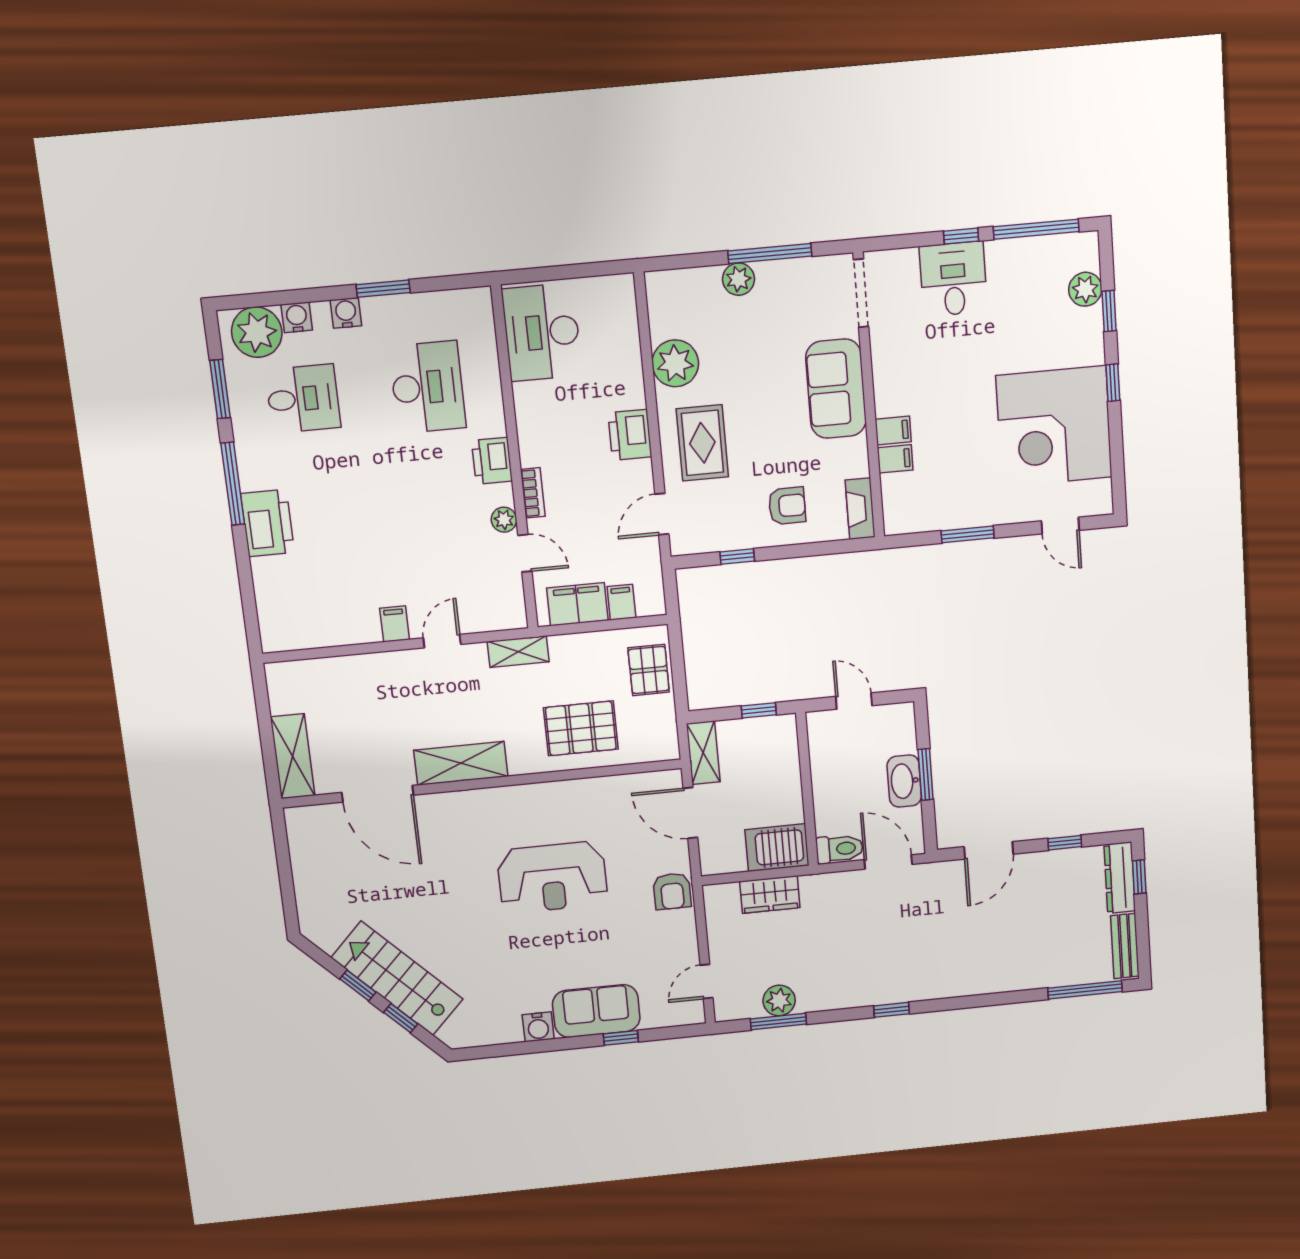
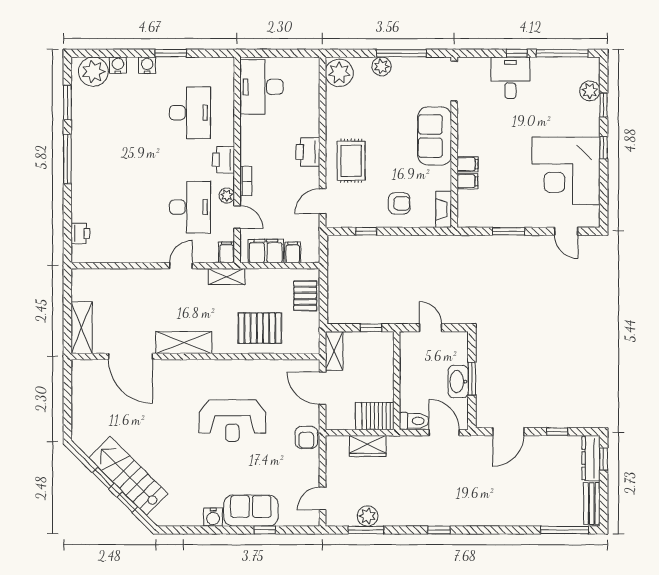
plant: (675, 363) -> (339, 73), moved
desk: (303, 399) -> (190, 207), moved, width x1.37
printer: (267, 523) -> (80, 233), moved, width x0.53, depth x0.68
filing cabinet: (395, 624) -> (227, 252), moved

